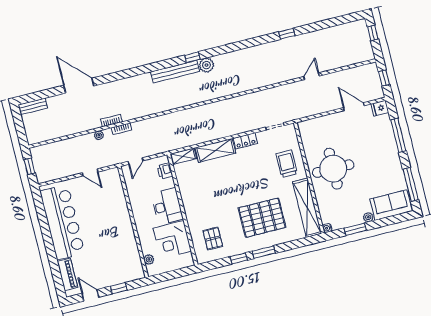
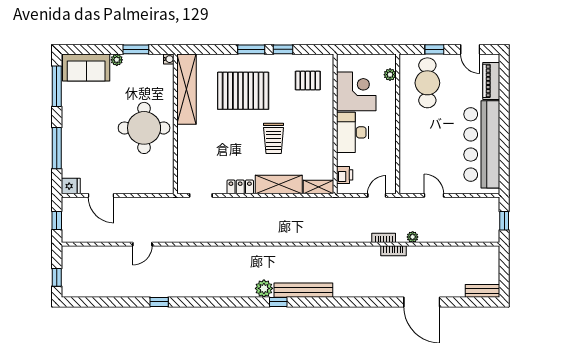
trolley: (287, 164) -> (274, 138), moved
pallet: (213, 238) -> (308, 81), turned 90
cafe table: (118, 260) -> (427, 83), added

